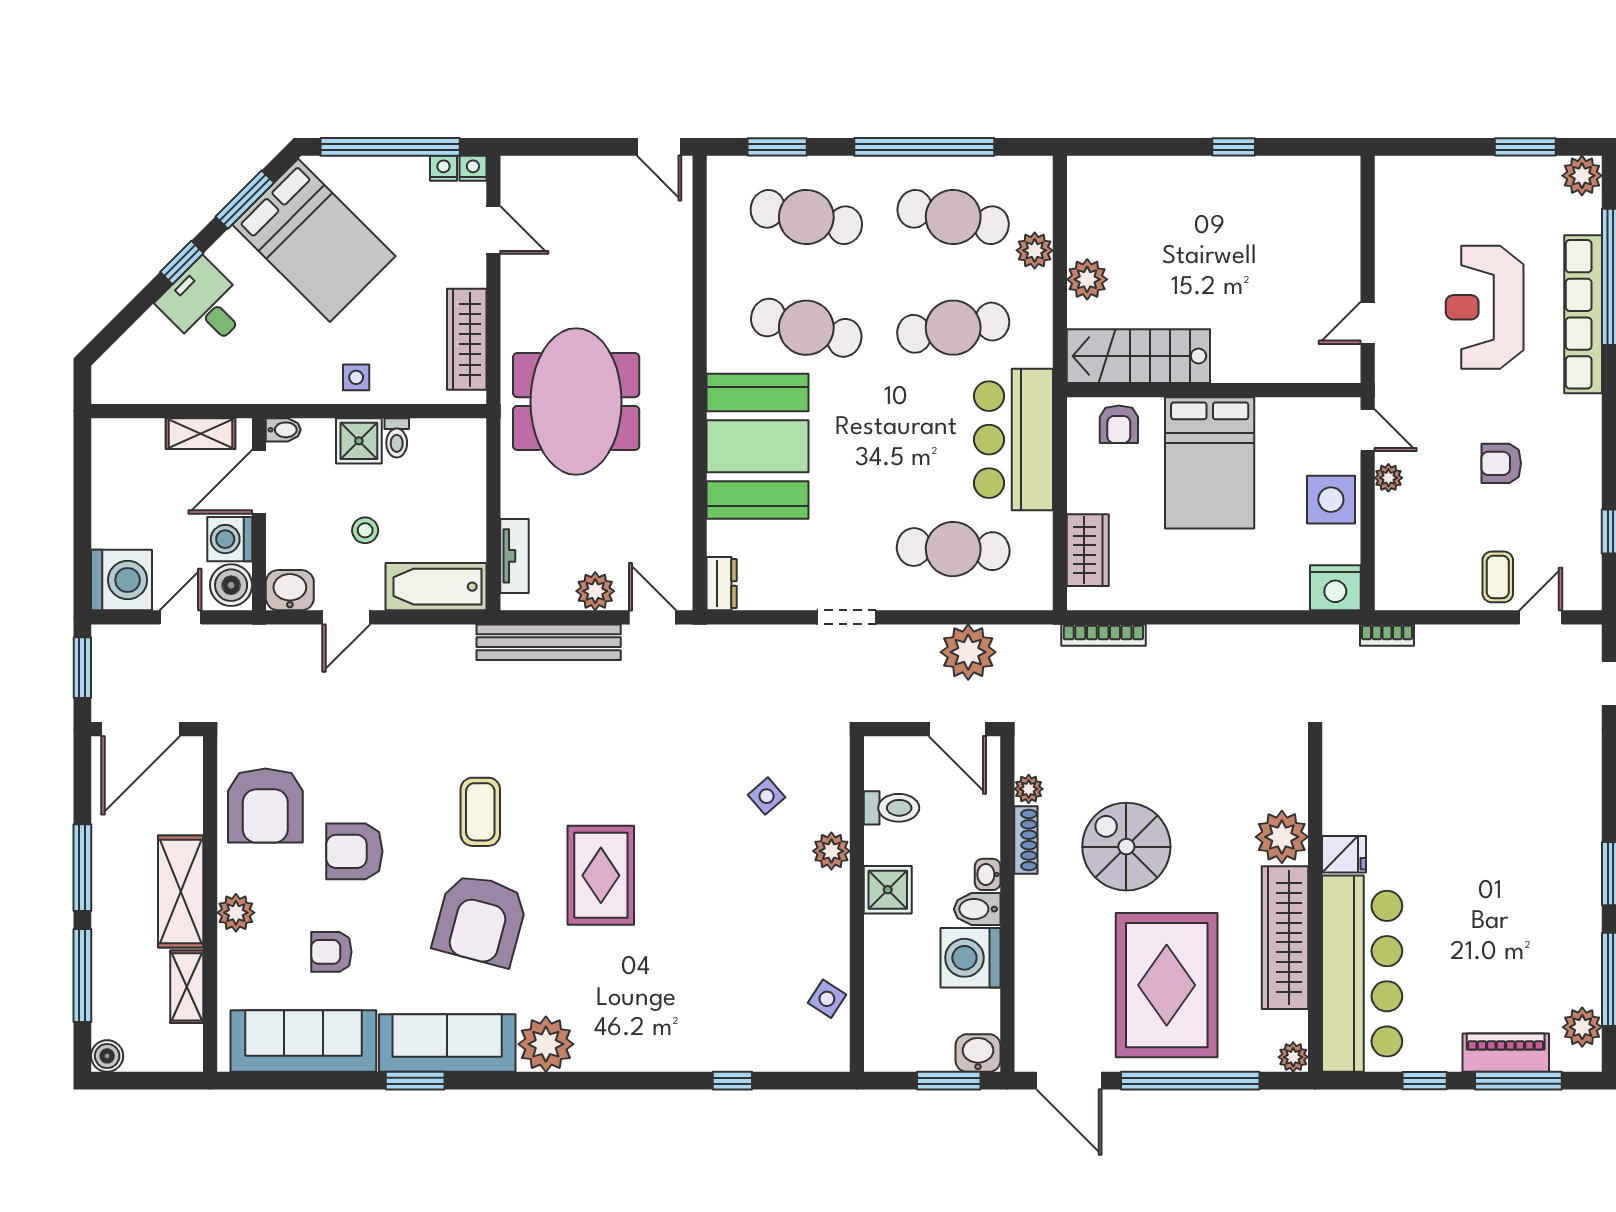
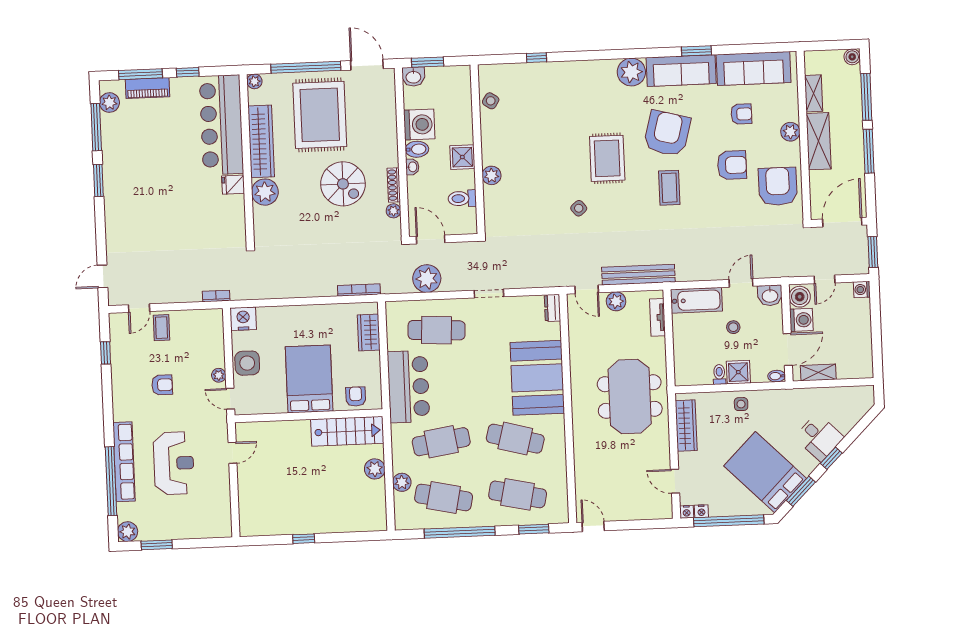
washing machine: (121, 580) -> (862, 289), width x0.53, depth x0.53
side table: (767, 796) -> (579, 208), moved

